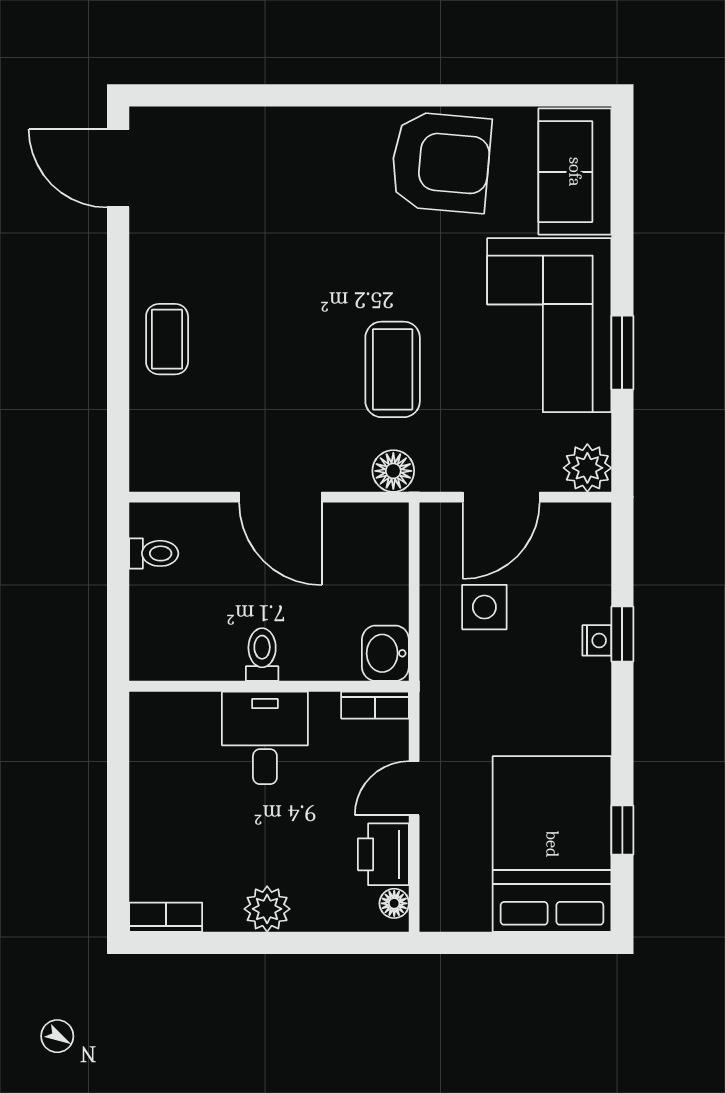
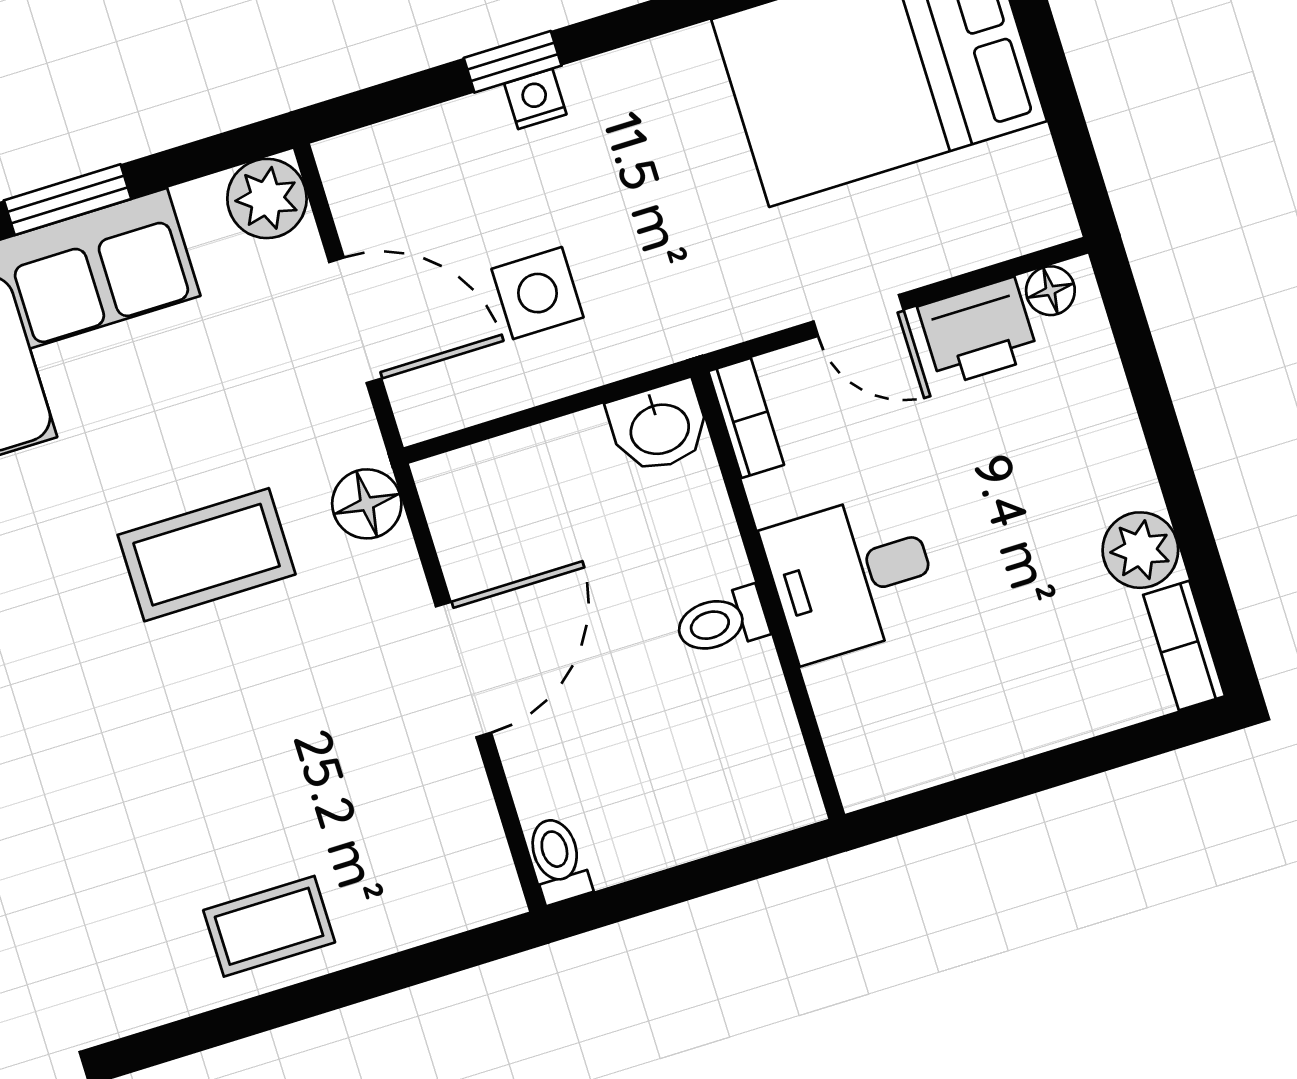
toilet: (154, 553) -> (558, 860), moved
plant: (267, 909) -> (1140, 550), moved

